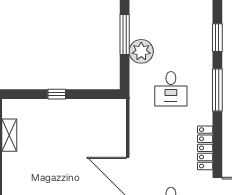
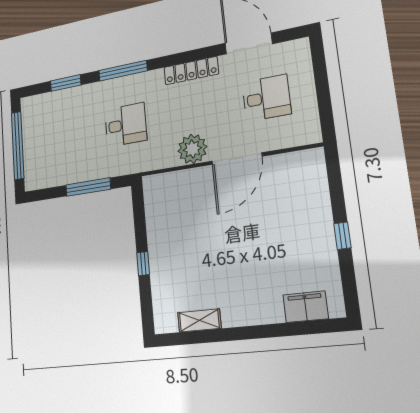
window: (125, 35) -> (88, 187), moved
plant: (141, 51) -> (192, 149), moved

